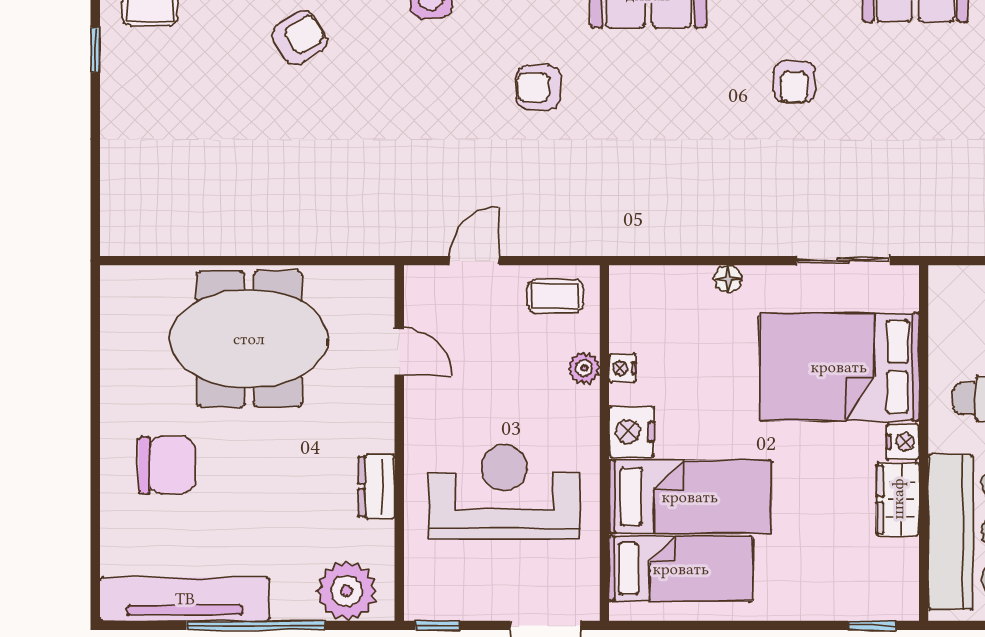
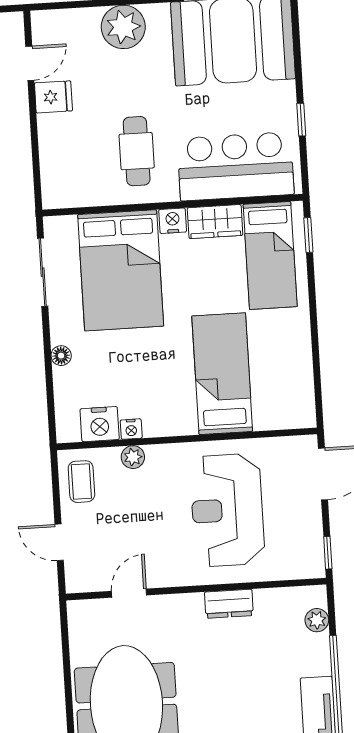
nightstand: (632, 432) -> (100, 424), moved
bed: (681, 569) -> (270, 255), moved, turned 180
plant: (347, 591) -> (317, 620), width x0.53, depth x0.53

